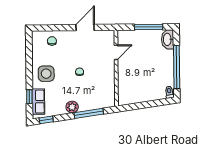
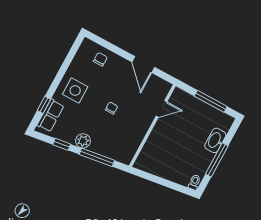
door: (85, 28) -> (143, 65), swing flipped
washbasin: (168, 39) -> (215, 140), moved
window: (177, 67) -> (217, 160), width x0.68
window: (46, 120) -> (62, 144), moved

